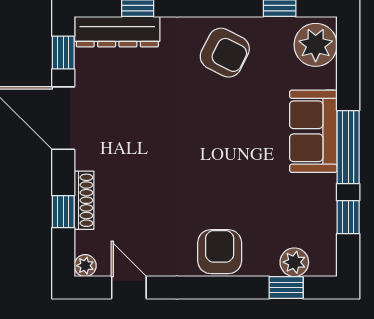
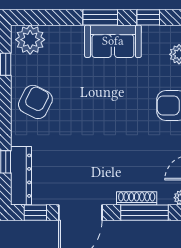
sofa: (313, 131) -> (113, 41), moved
window: (348, 147) -> (100, 17), width x0.69
window: (63, 212) -> (144, 213), width x2.17

